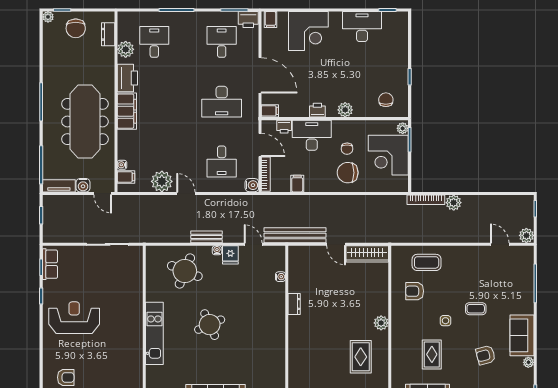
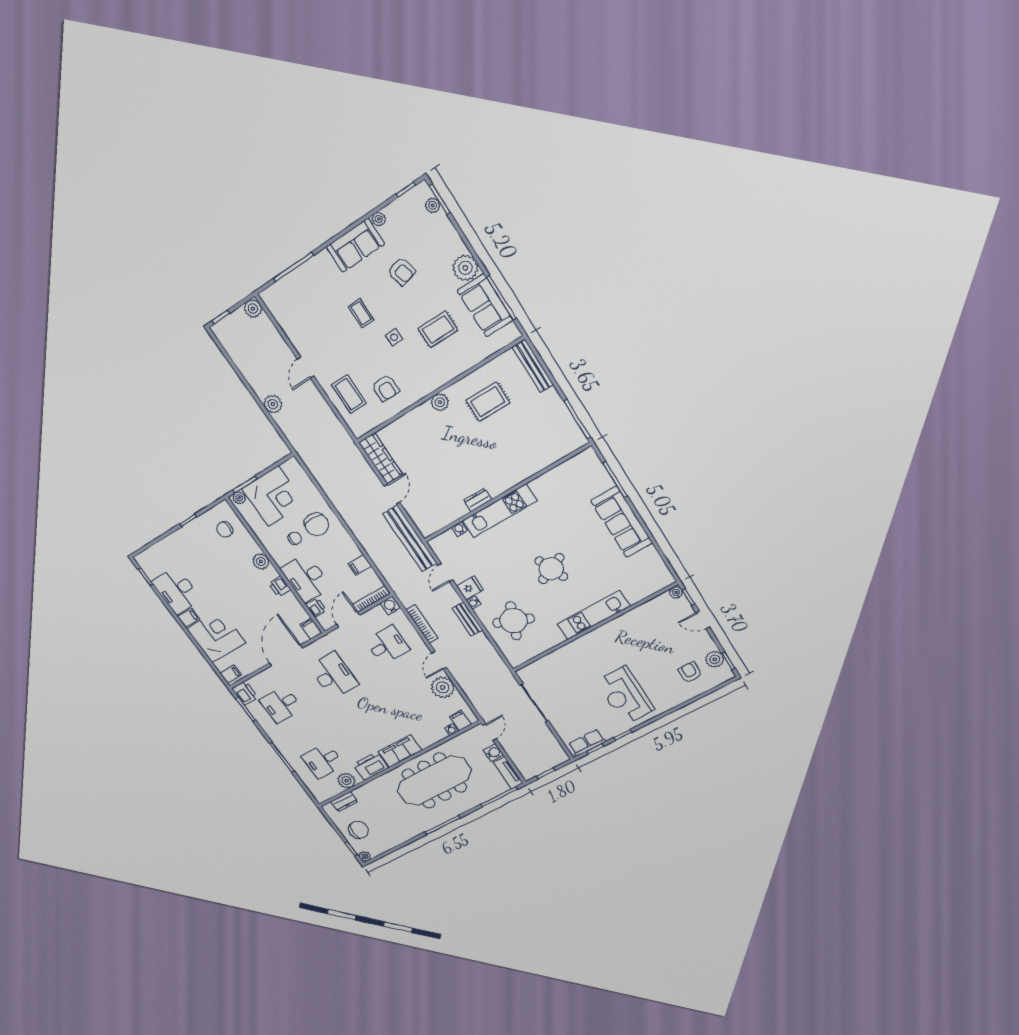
filing cabinet: (335, 20) -> (189, 618), added
bookcase: (426, 200) -> (422, 624), moved
door: (500, 244) -> (306, 368), moved
kitchen unit: (276, 315) -> (499, 511), added

